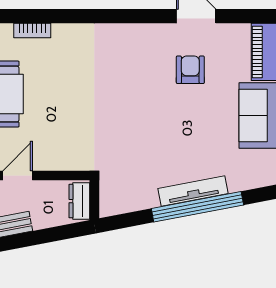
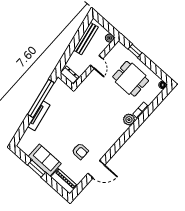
plant: (65, 36) -> (129, 120), added
window: (197, 207) -> (41, 98), moved

